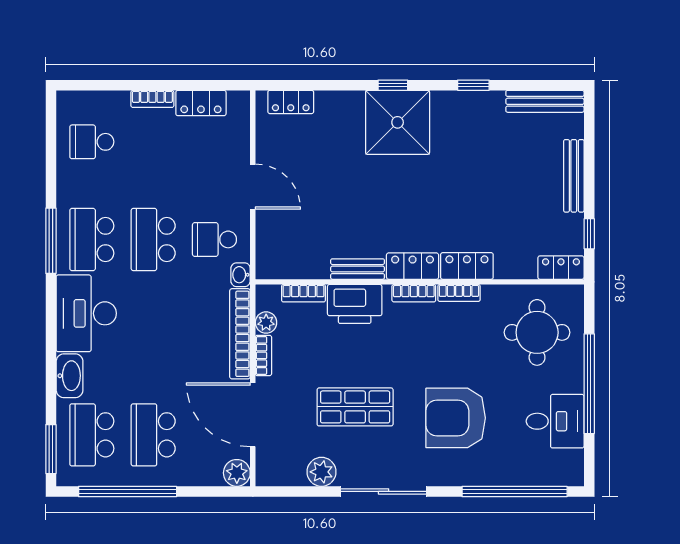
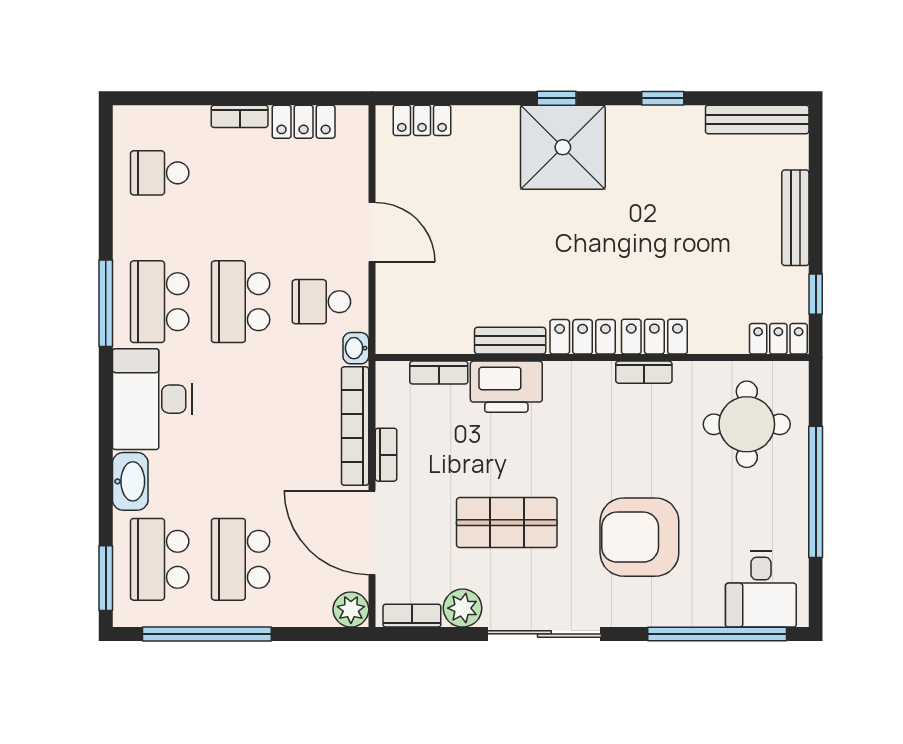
bookcase: (414, 293) -> (412, 616), moved, turned 180
plant: (266, 323) -> (389, 411), removed
desk: (555, 421) -> (761, 589), moved, turned 90

